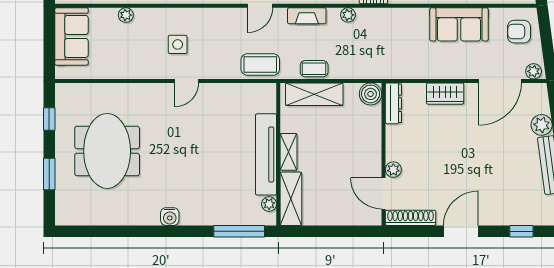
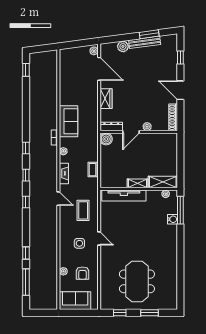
sofa: (459, 24) -> (69, 121), moved
armchair: (519, 32) -> (82, 273), moved
coffee table: (260, 64) -> (83, 210), moved
shelving: (314, 94) -> (106, 169), removed
meeting table: (107, 151) -> (137, 281), turned 90
tv unit: (266, 154) -> (124, 195), moved
door: (384, 193) -> (131, 132), moved
water cooler: (170, 217) -> (172, 219), moved

